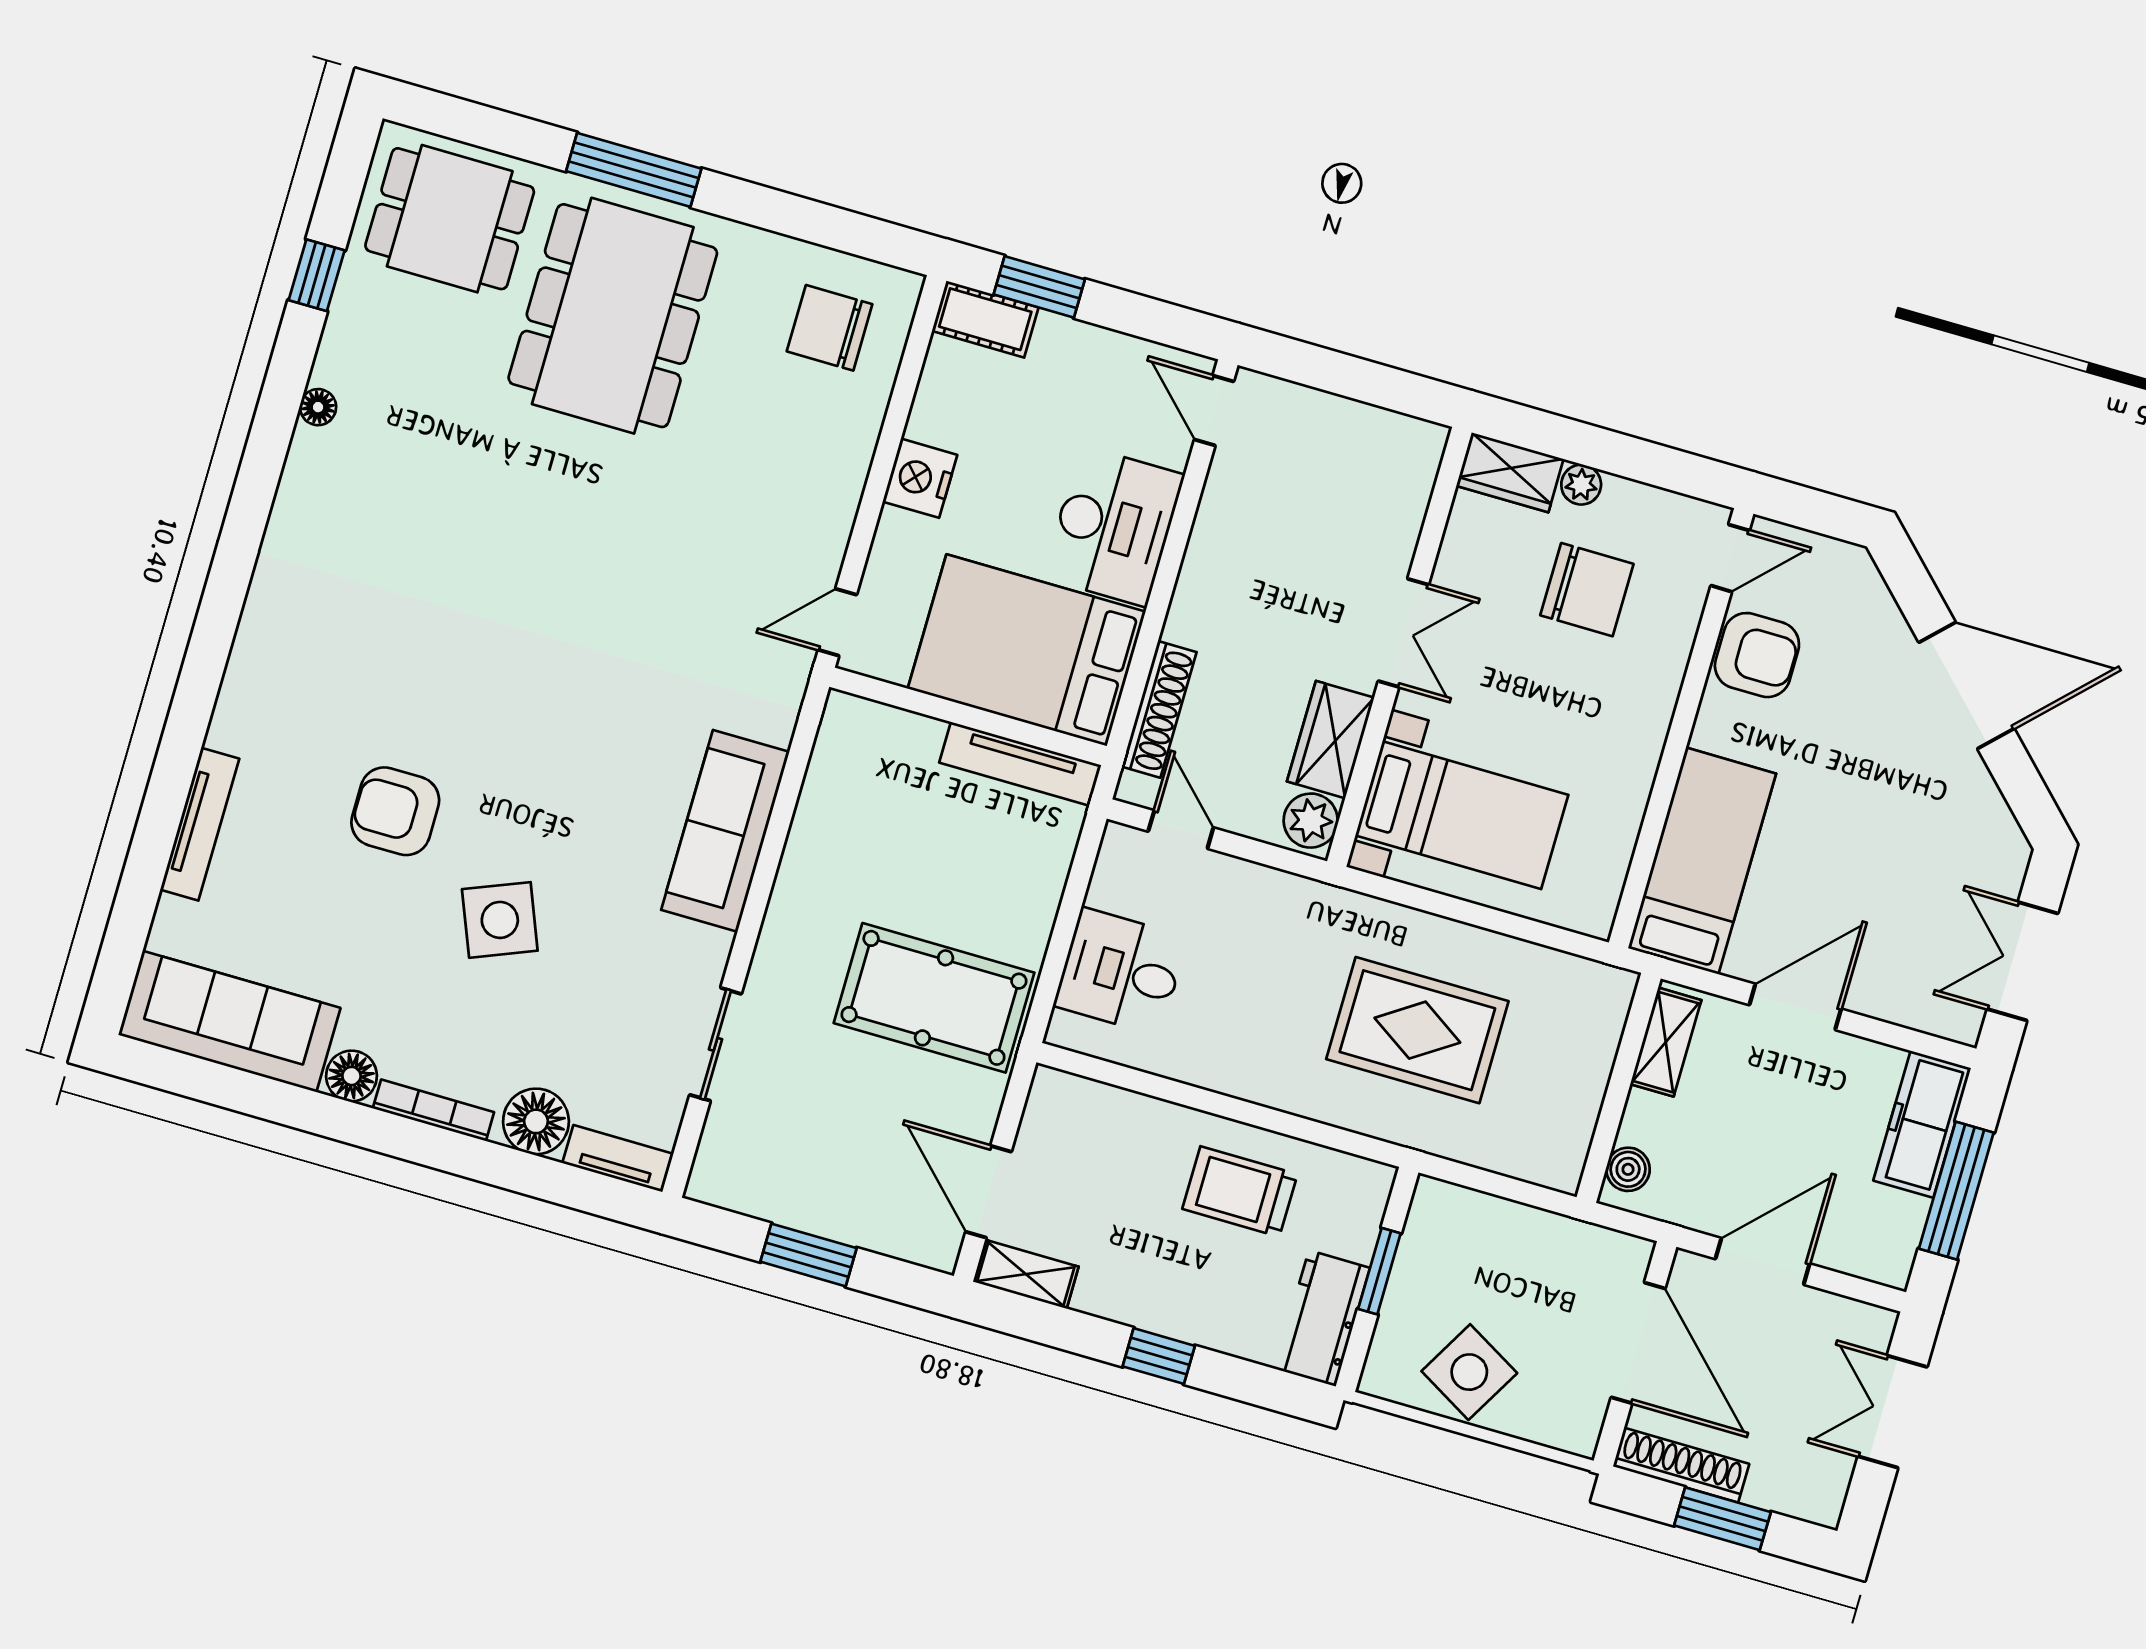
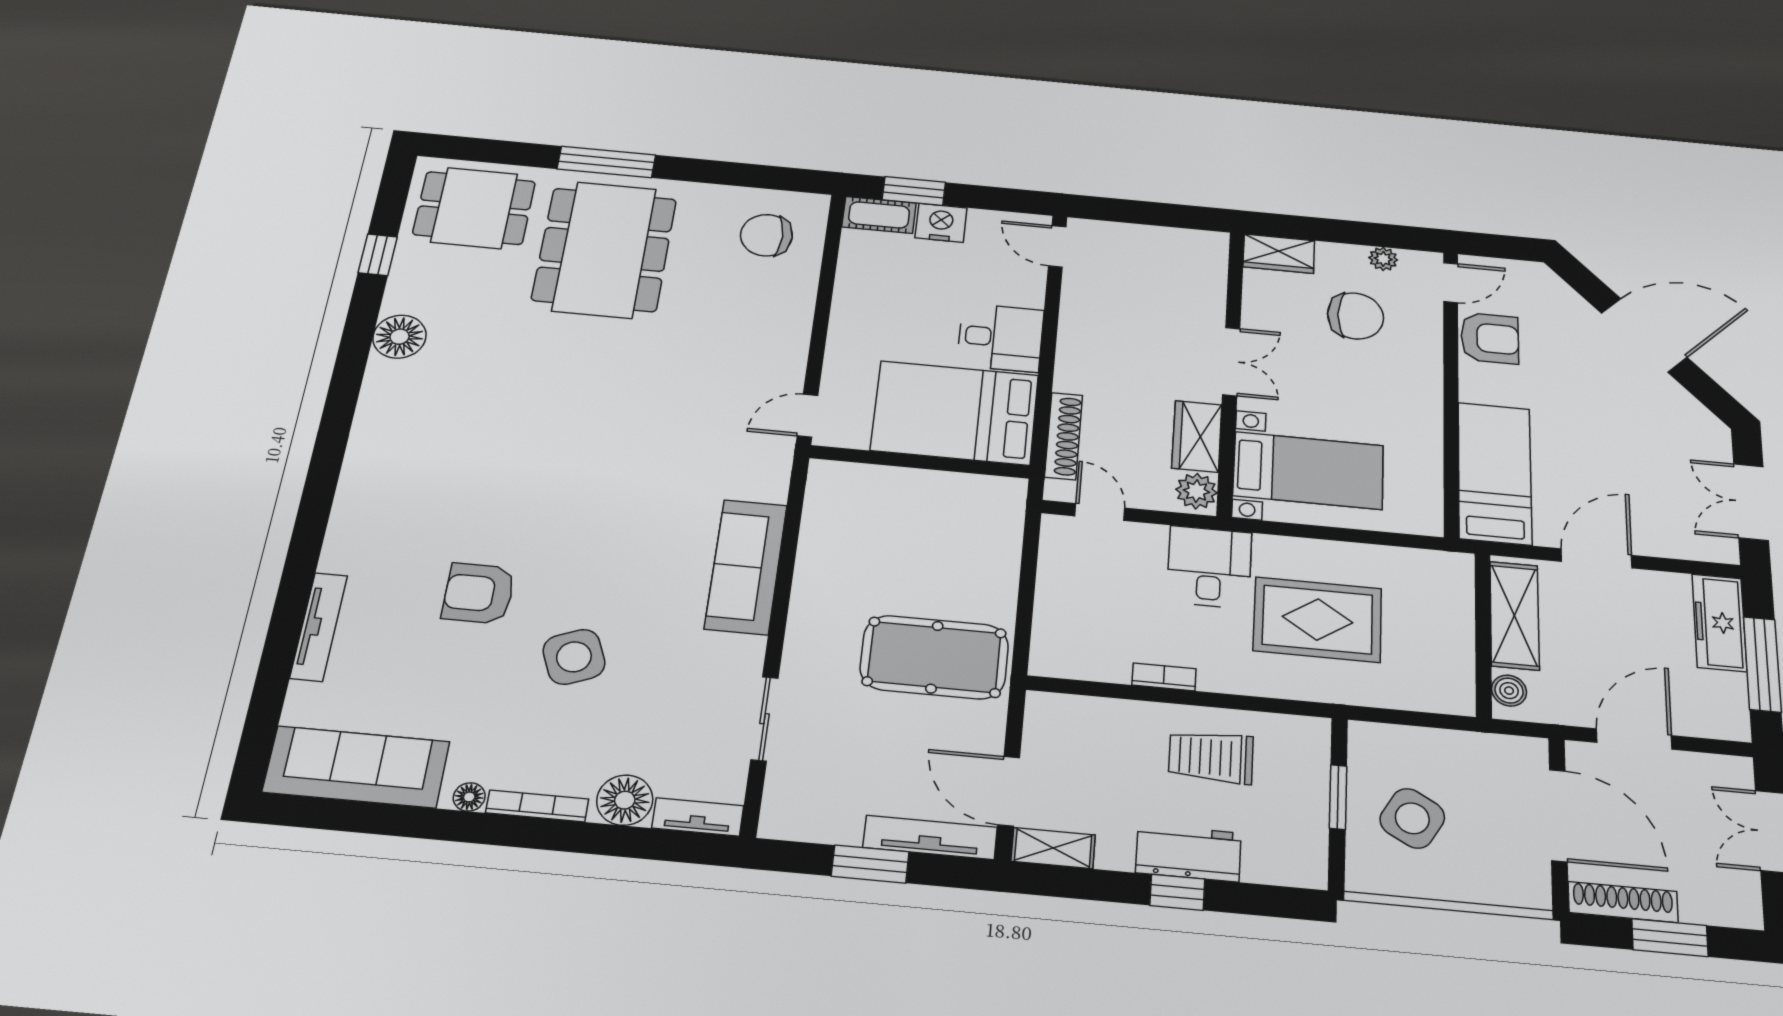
floor lamp: (318, 407) -> (400, 337), width x1.89, depth x1.89
nightstand: (920, 478) -> (941, 223), moved, turned 90
plant: (1581, 485) -> (1383, 259), moved
desk: (1114, 526) -> (1000, 338), width x0.73
tv unit: (1020, 764) -> (930, 837), moved, turned 180
desk: (1121, 971) -> (1209, 567), moved, turned 90
shelving: (1666, 1042) -> (1515, 615), width x1.50, depth x1.33
bookcase: (1208, 1075) -> (1164, 677), added
floor lamp: (352, 1076) -> (469, 797), width x0.73, depth x0.73
workbench: (1322, 1318) -> (1188, 853), moved, turned 90
side table: (1469, 1372) -> (1412, 818), moved

